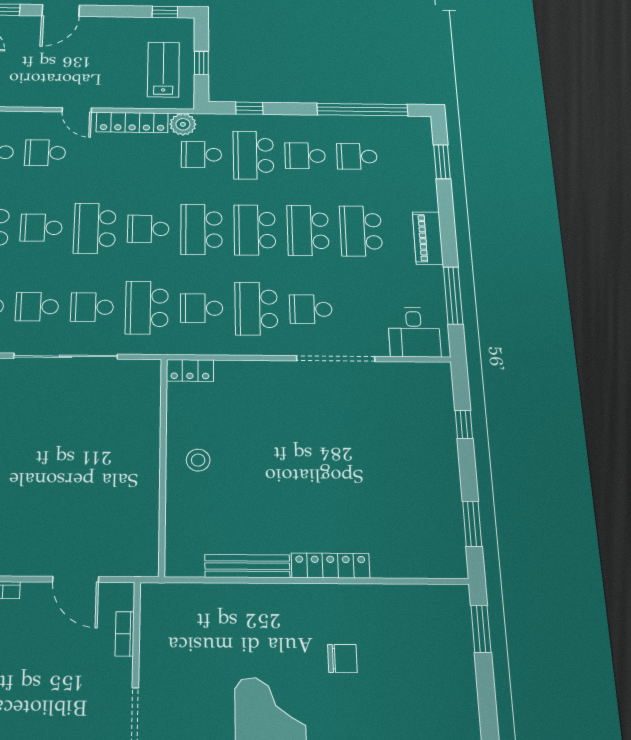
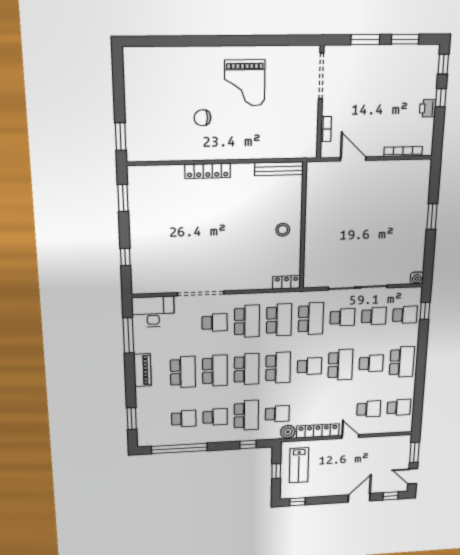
school desk: (202, 308) -> (279, 320), width x1.85
desk: (414, 332) -> (153, 312), width x1.37
bench: (247, 566) -> (279, 169), moved

